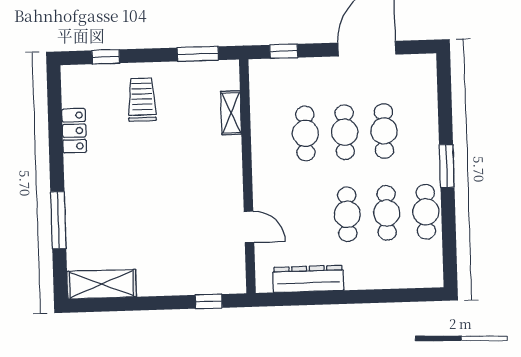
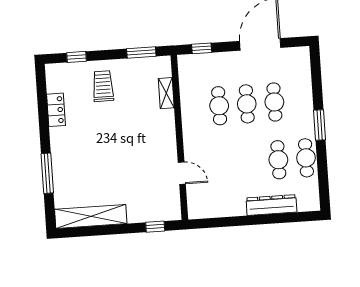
cafe table: (347, 214) -> (251, 162), removed
dresser: (308, 279) -> (271, 205), moved
shelving: (102, 284) -> (91, 216), width x1.47

